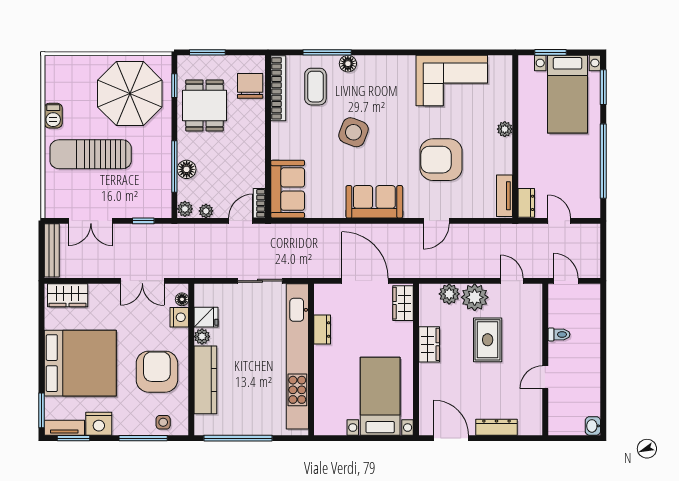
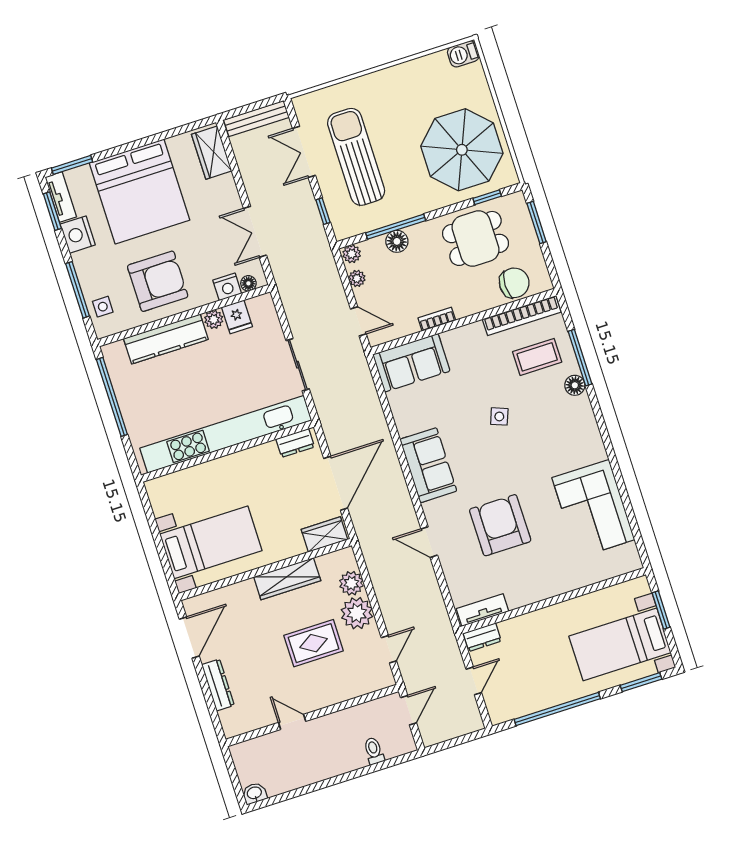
barbecue: (53, 116) -> (463, 54), moved
plant: (505, 129) -> (558, 586), removed
side table: (353, 132) -> (499, 416), width x0.54, depth x0.54
sun lounger: (91, 154) -> (356, 157), moved
bookcase: (259, 203) -> (437, 319), moved
dresser: (322, 330) -> (295, 443), moved
toilet: (559, 334) -> (374, 751), moved, turned 180
wardrobe: (429, 344) -> (287, 579), width x1.50

